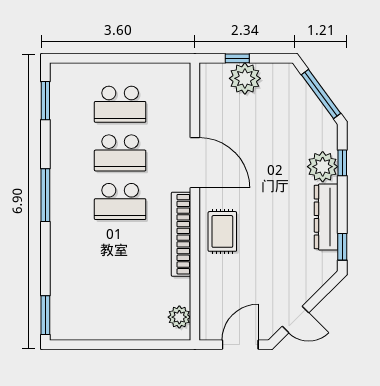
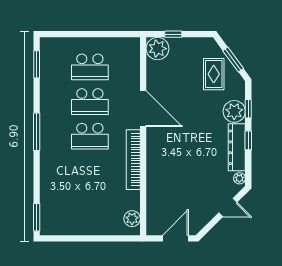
plant: (245, 78) -> (158, 49), moved
window: (321, 94) -> (233, 60), width x0.69
rug: (222, 231) -> (214, 74), moved
window: (342, 247) -> (248, 140), moved
plant: (330, 260) -> (239, 178), added
door: (296, 320) -> (228, 207), moved

